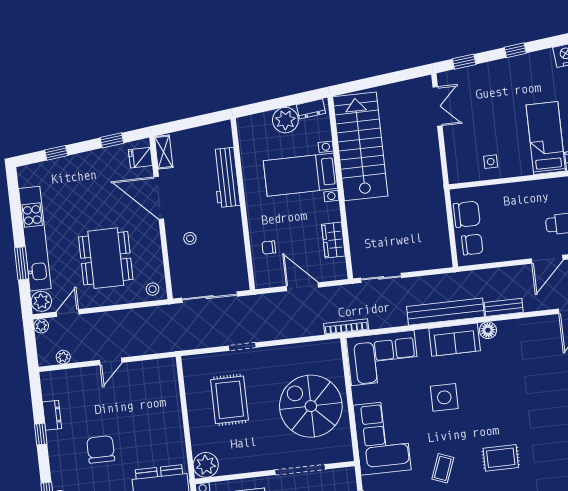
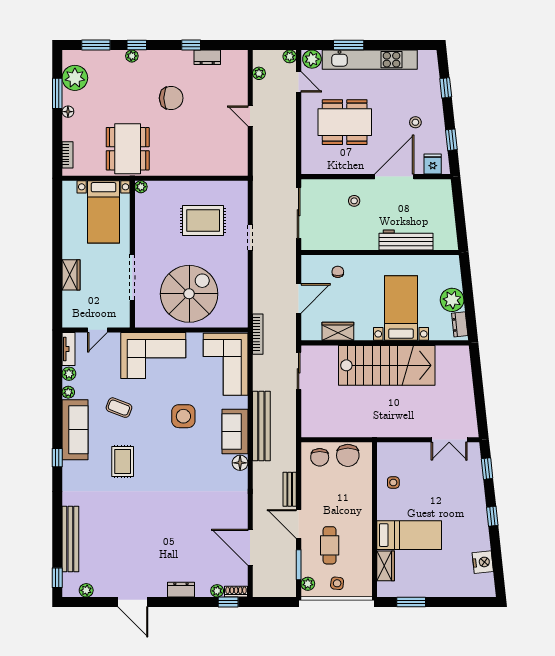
stairs: (360, 146) -> (387, 365), moved
shelving: (164, 152) -> (435, 186), removed
stool: (153, 289) -> (415, 122), moved
bench: (504, 307) -> (290, 489), moved
plant: (206, 465) -> (141, 187), width x0.53, depth x0.53

